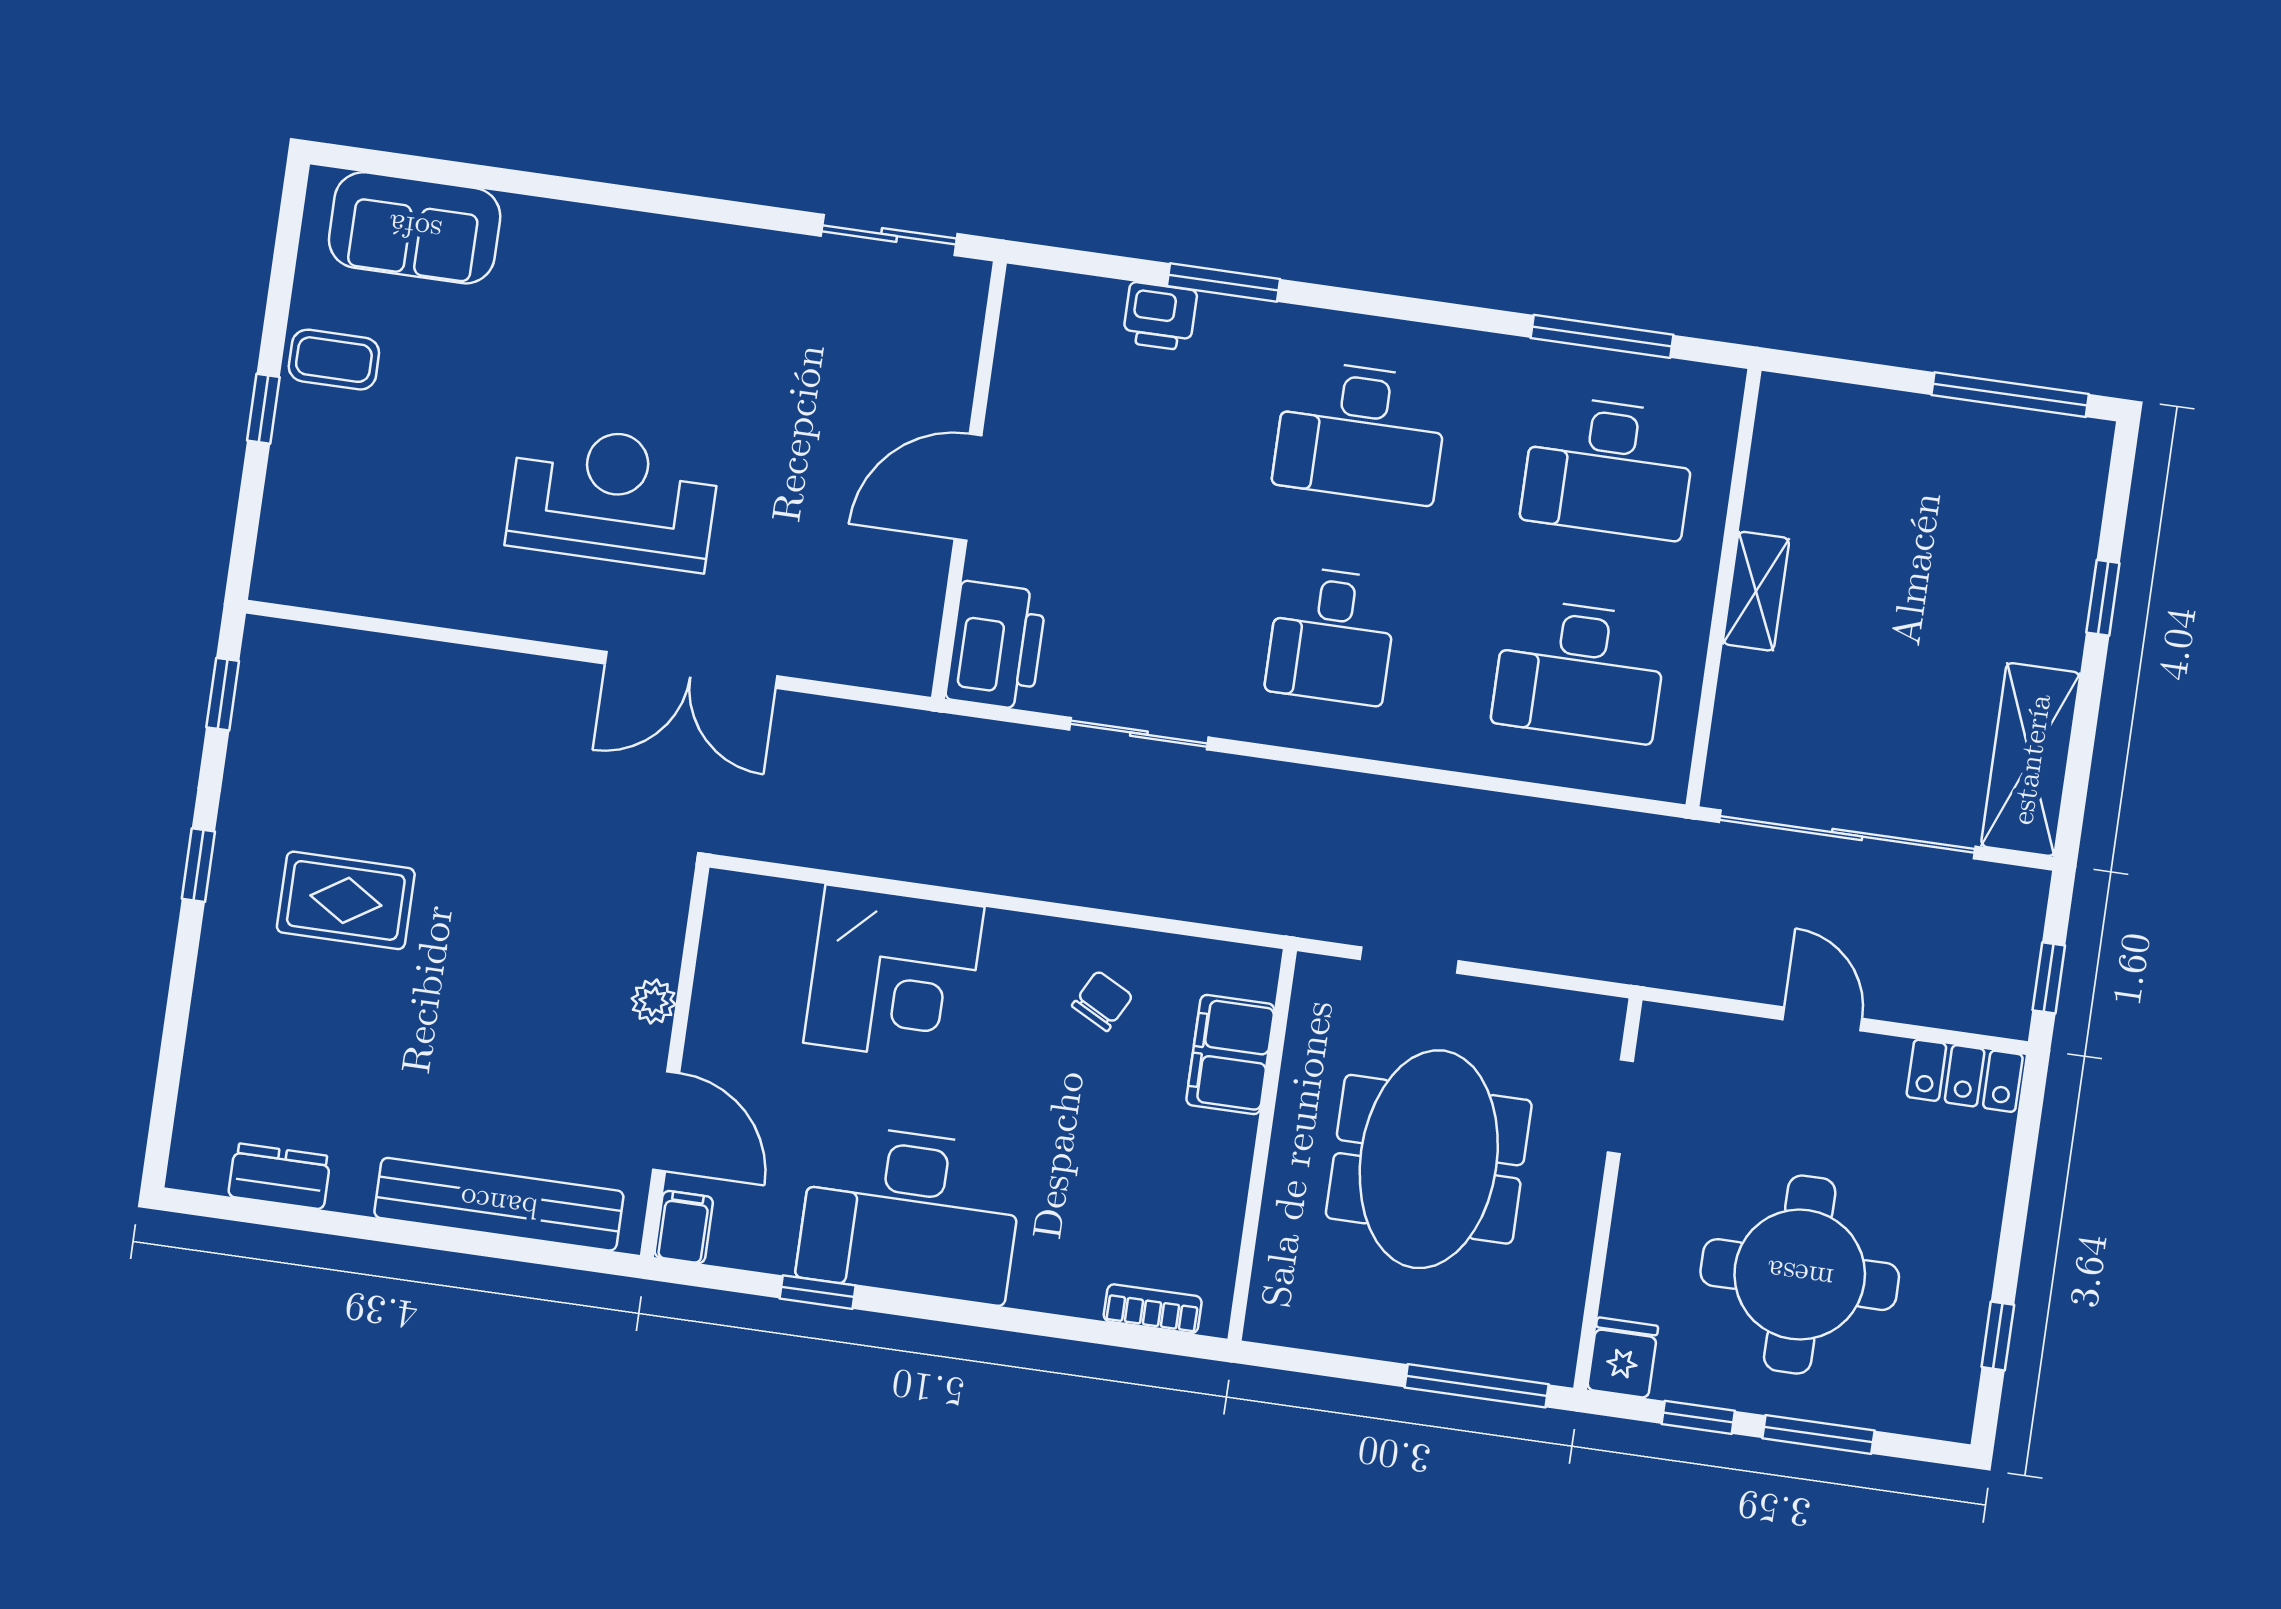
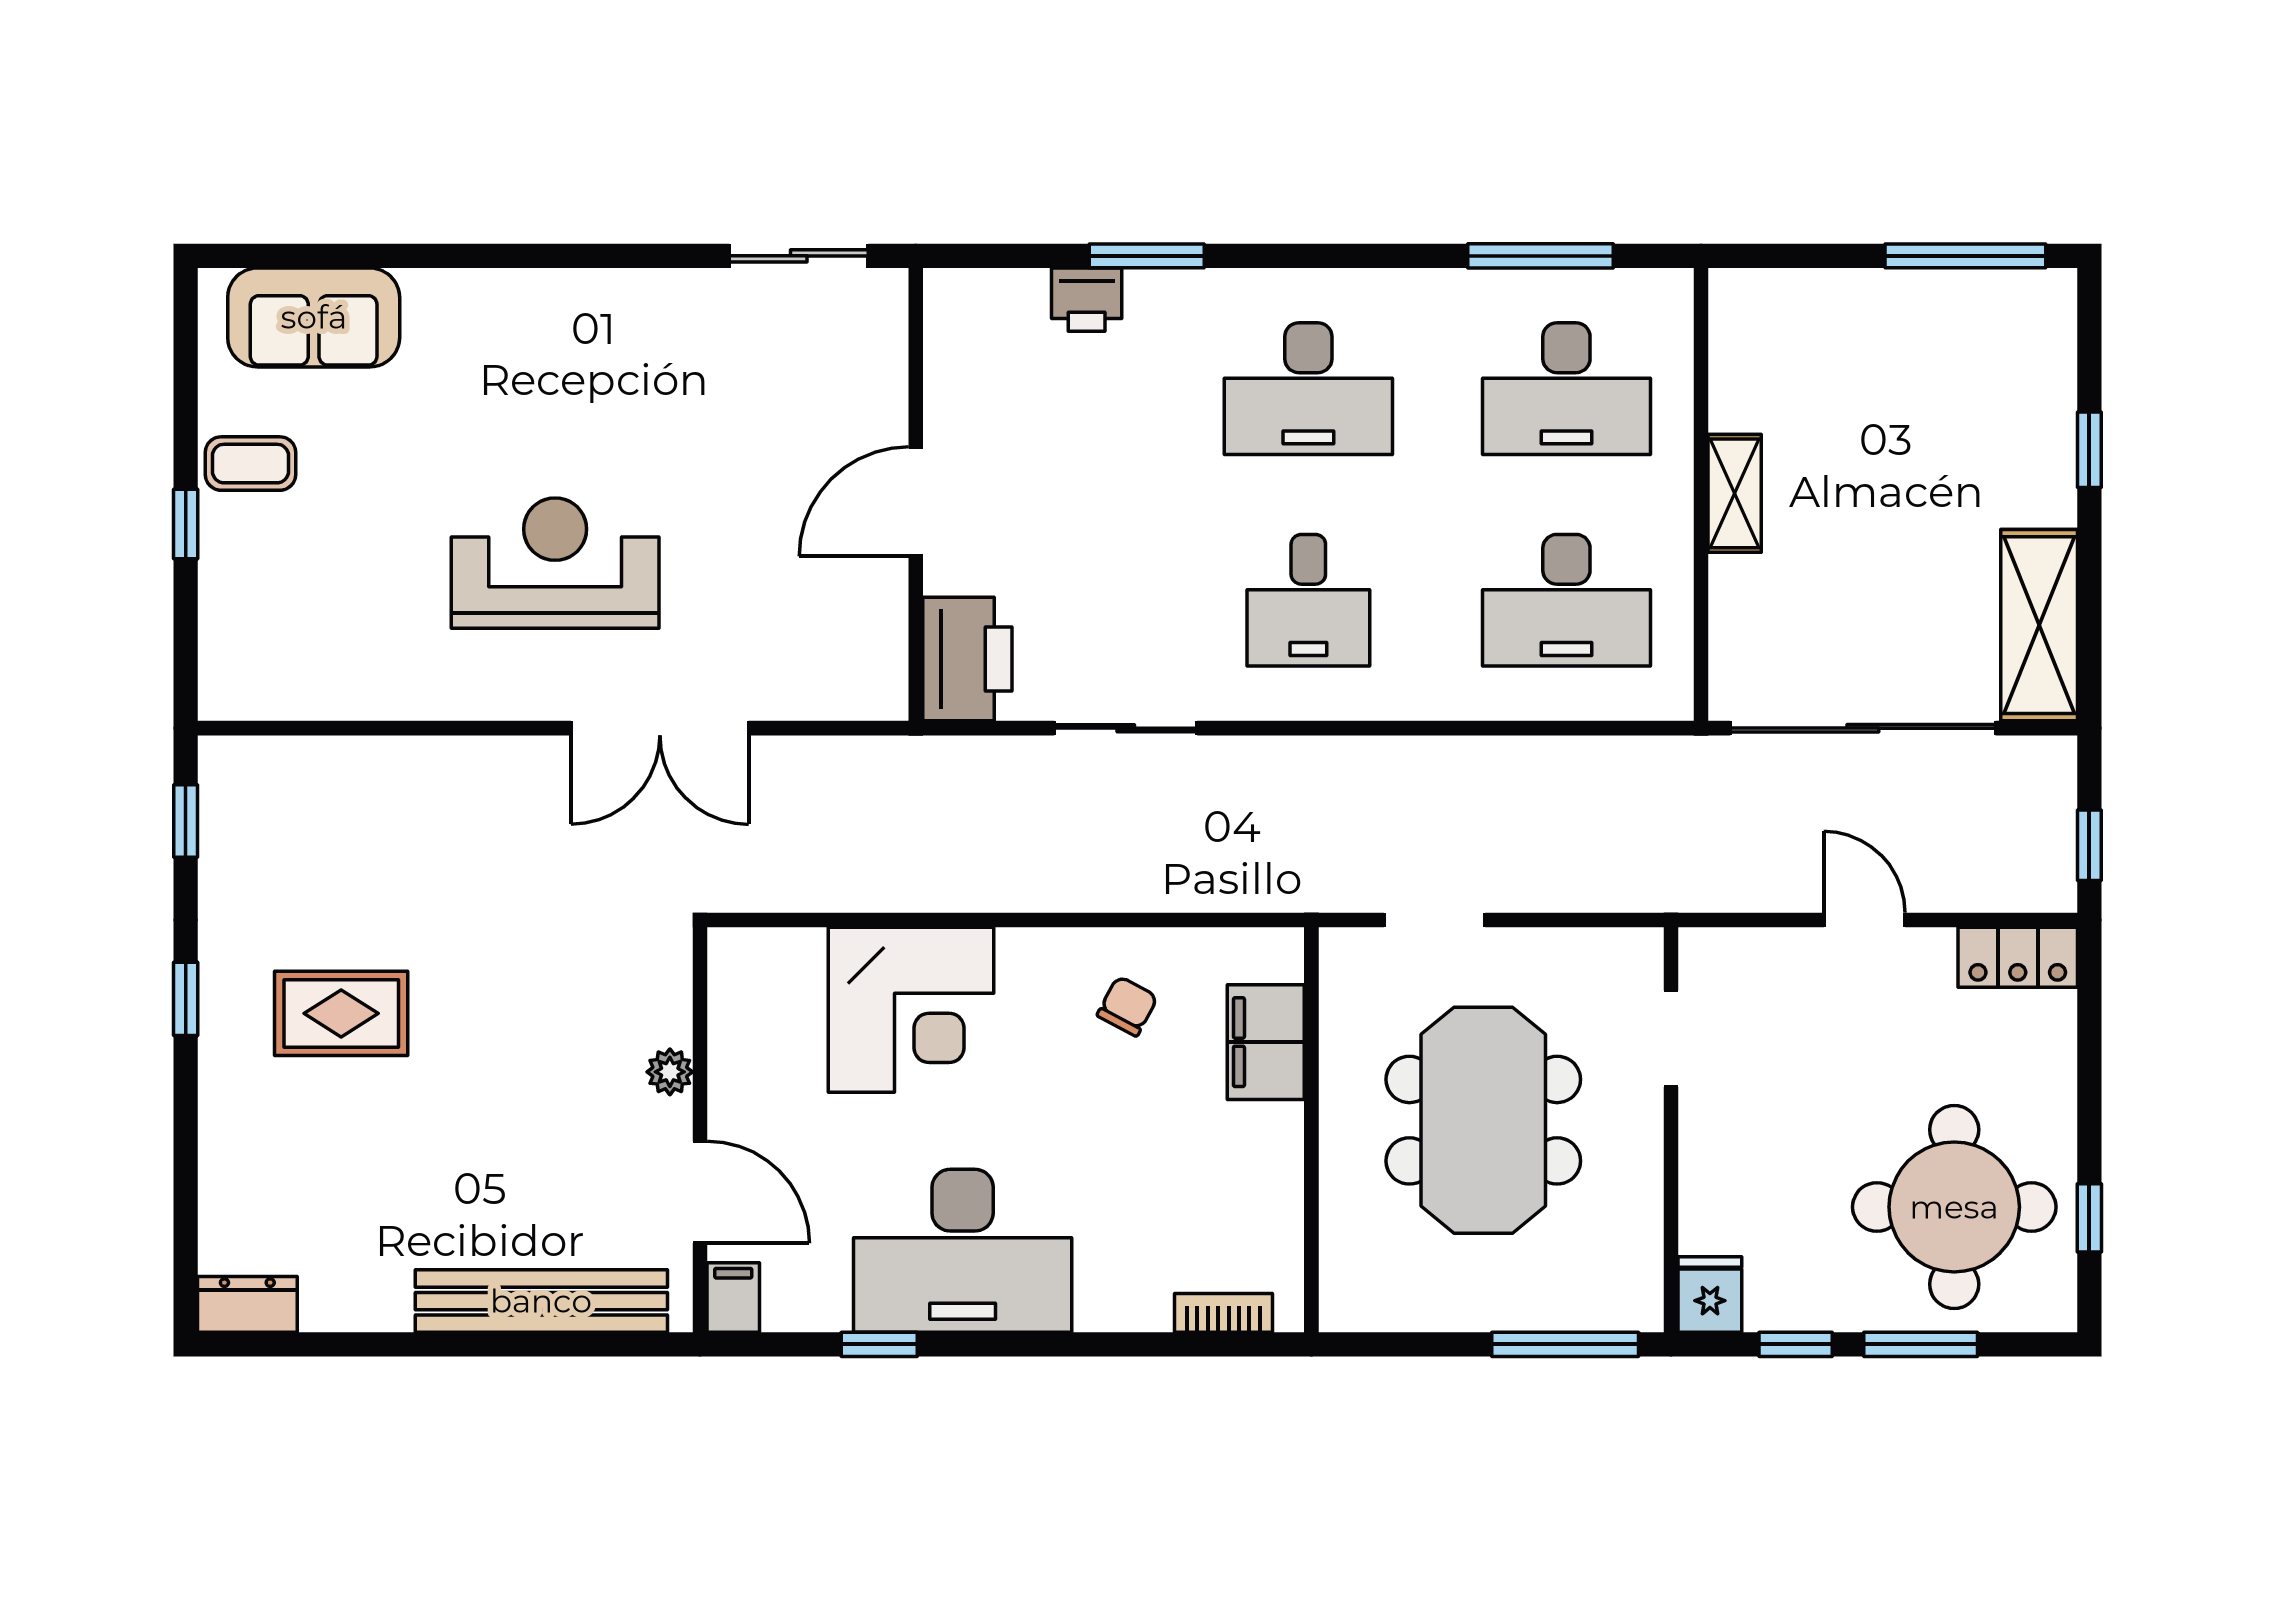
dresser: (279, 1176) -> (247, 1304), moved
round table: (1800, 1275) -> (1954, 1207), moved

